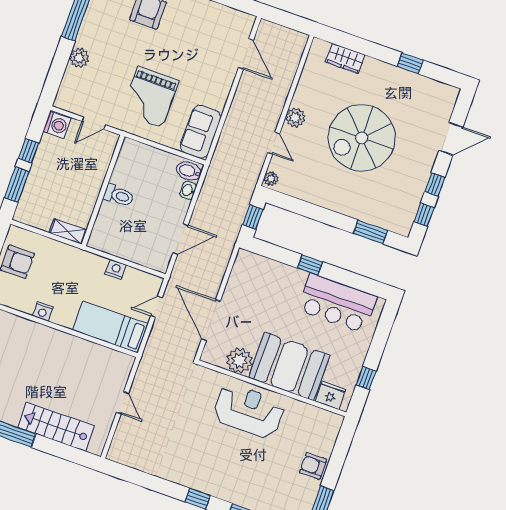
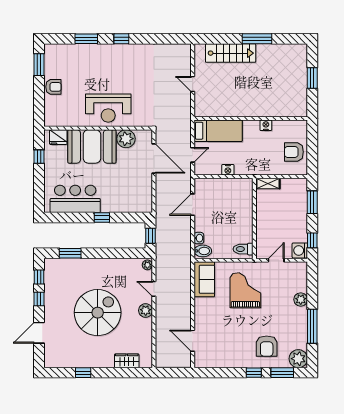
window: (29, 151) -> (312, 240), moved
toilet: (119, 195) -> (243, 249), moved

